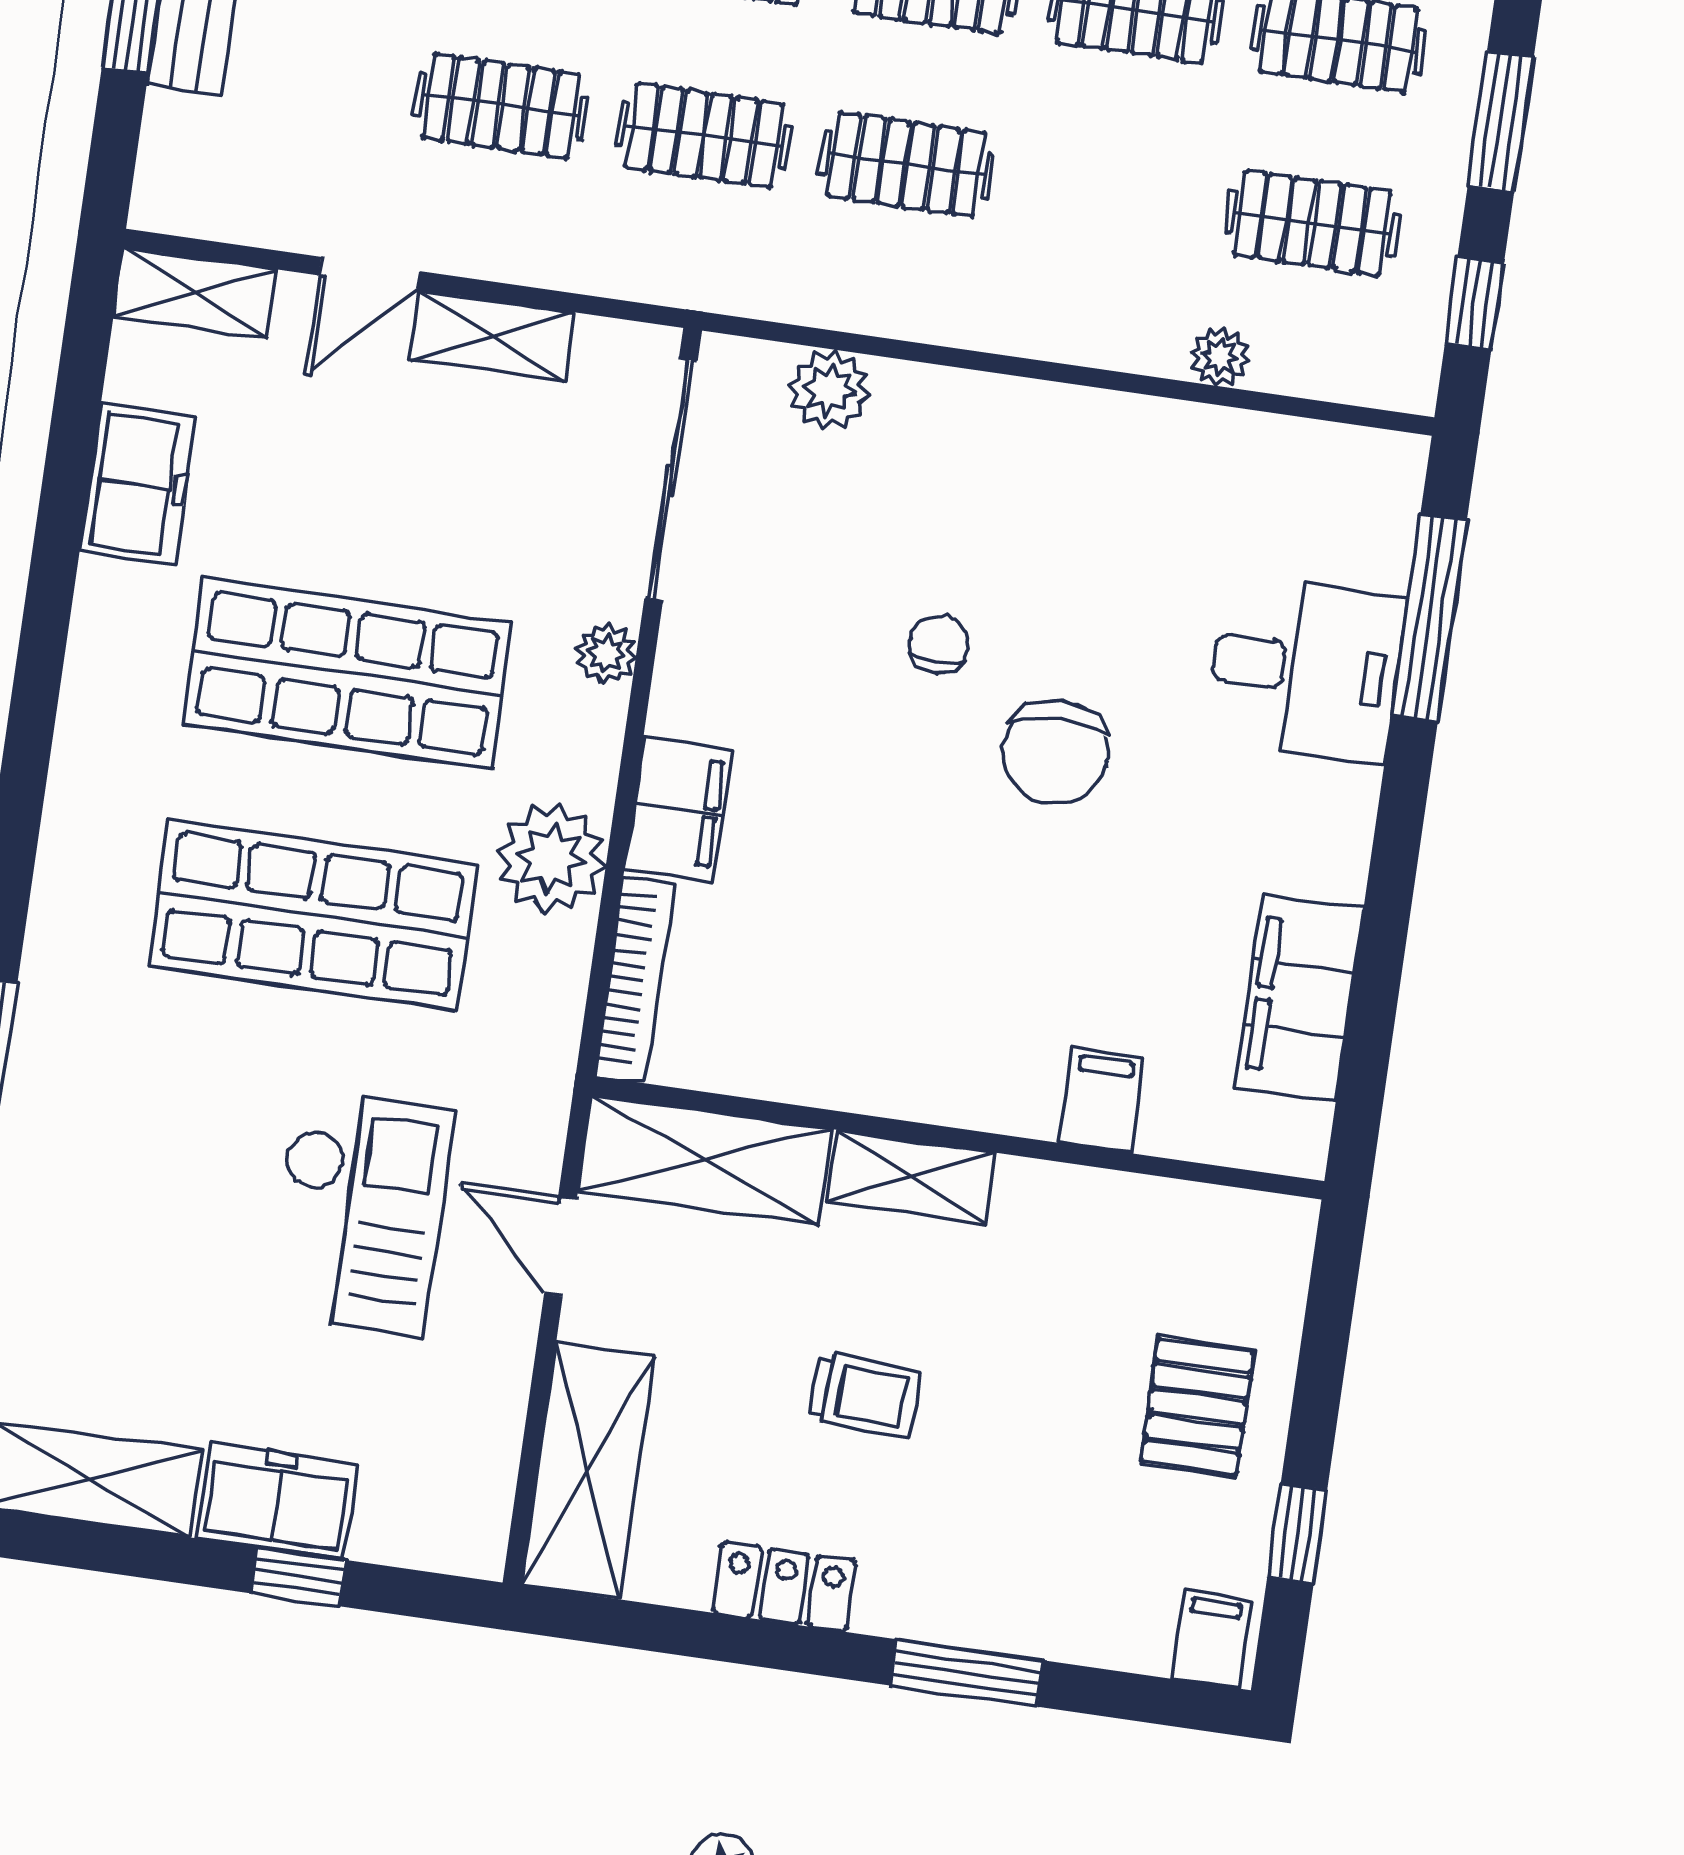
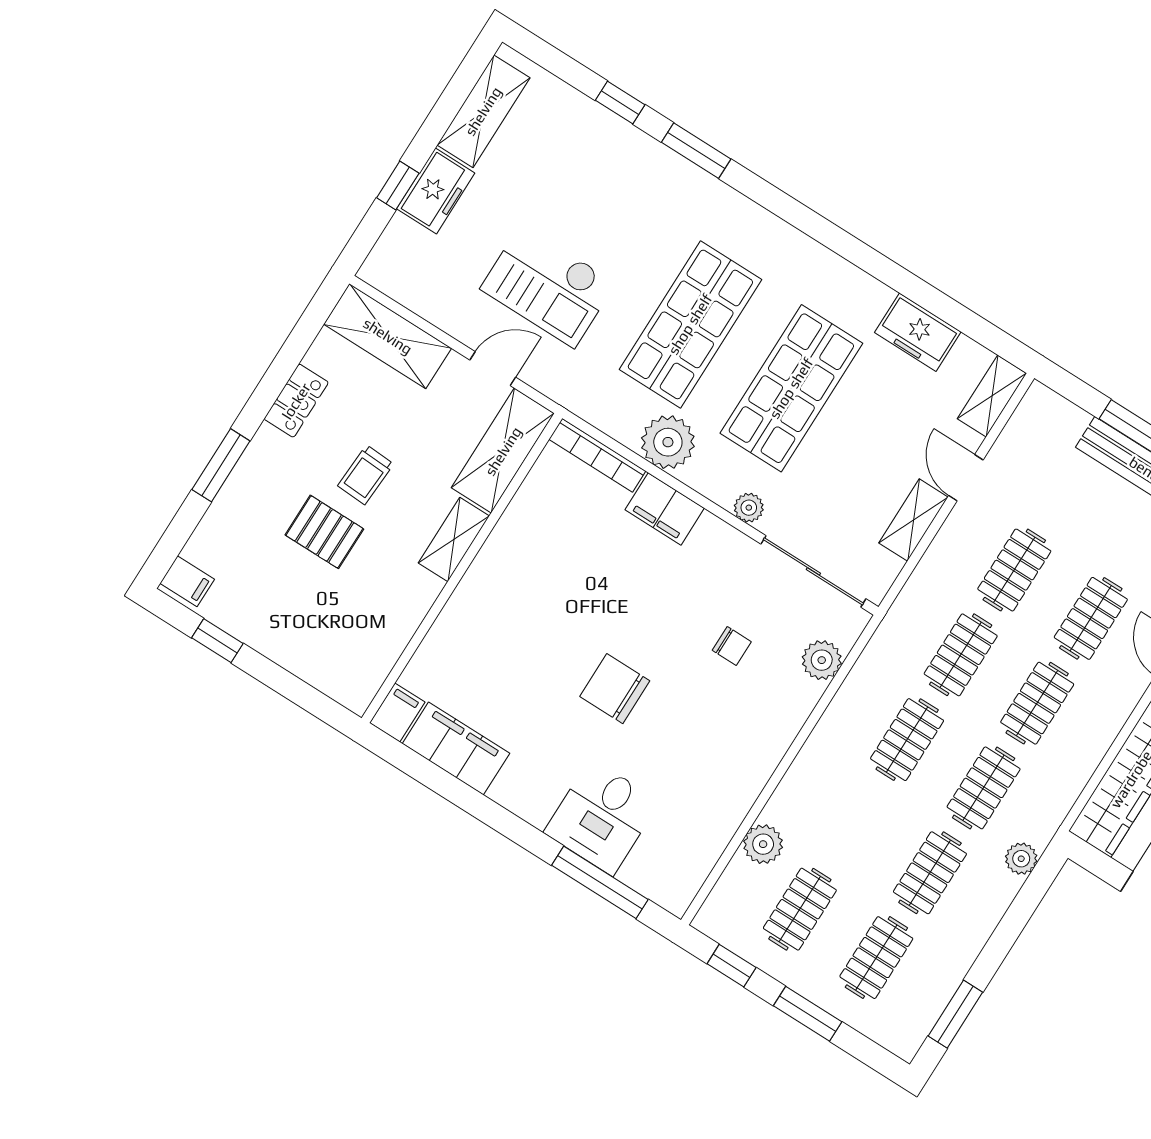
plant: (1220, 357) -> (763, 844), width x1.38, depth x1.38
chair: (939, 644) -> (732, 646), moved
filing cabinet: (1102, 1100) -> (397, 713), moved, turned -90
pallet: (1197, 1407) -> (324, 532), moved

